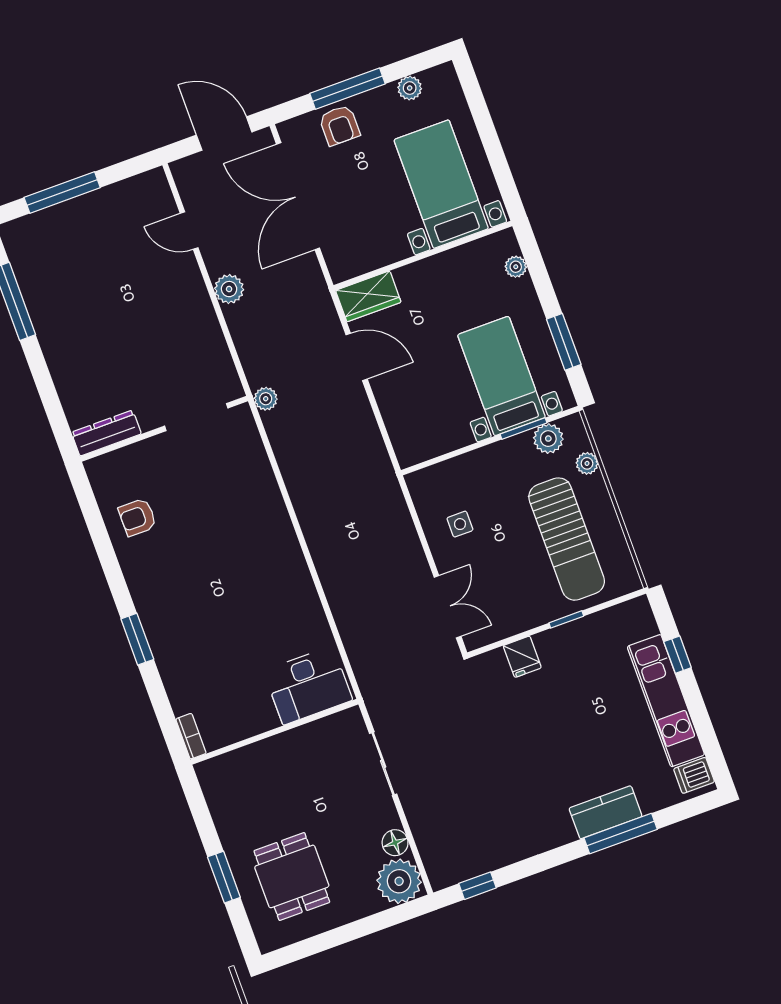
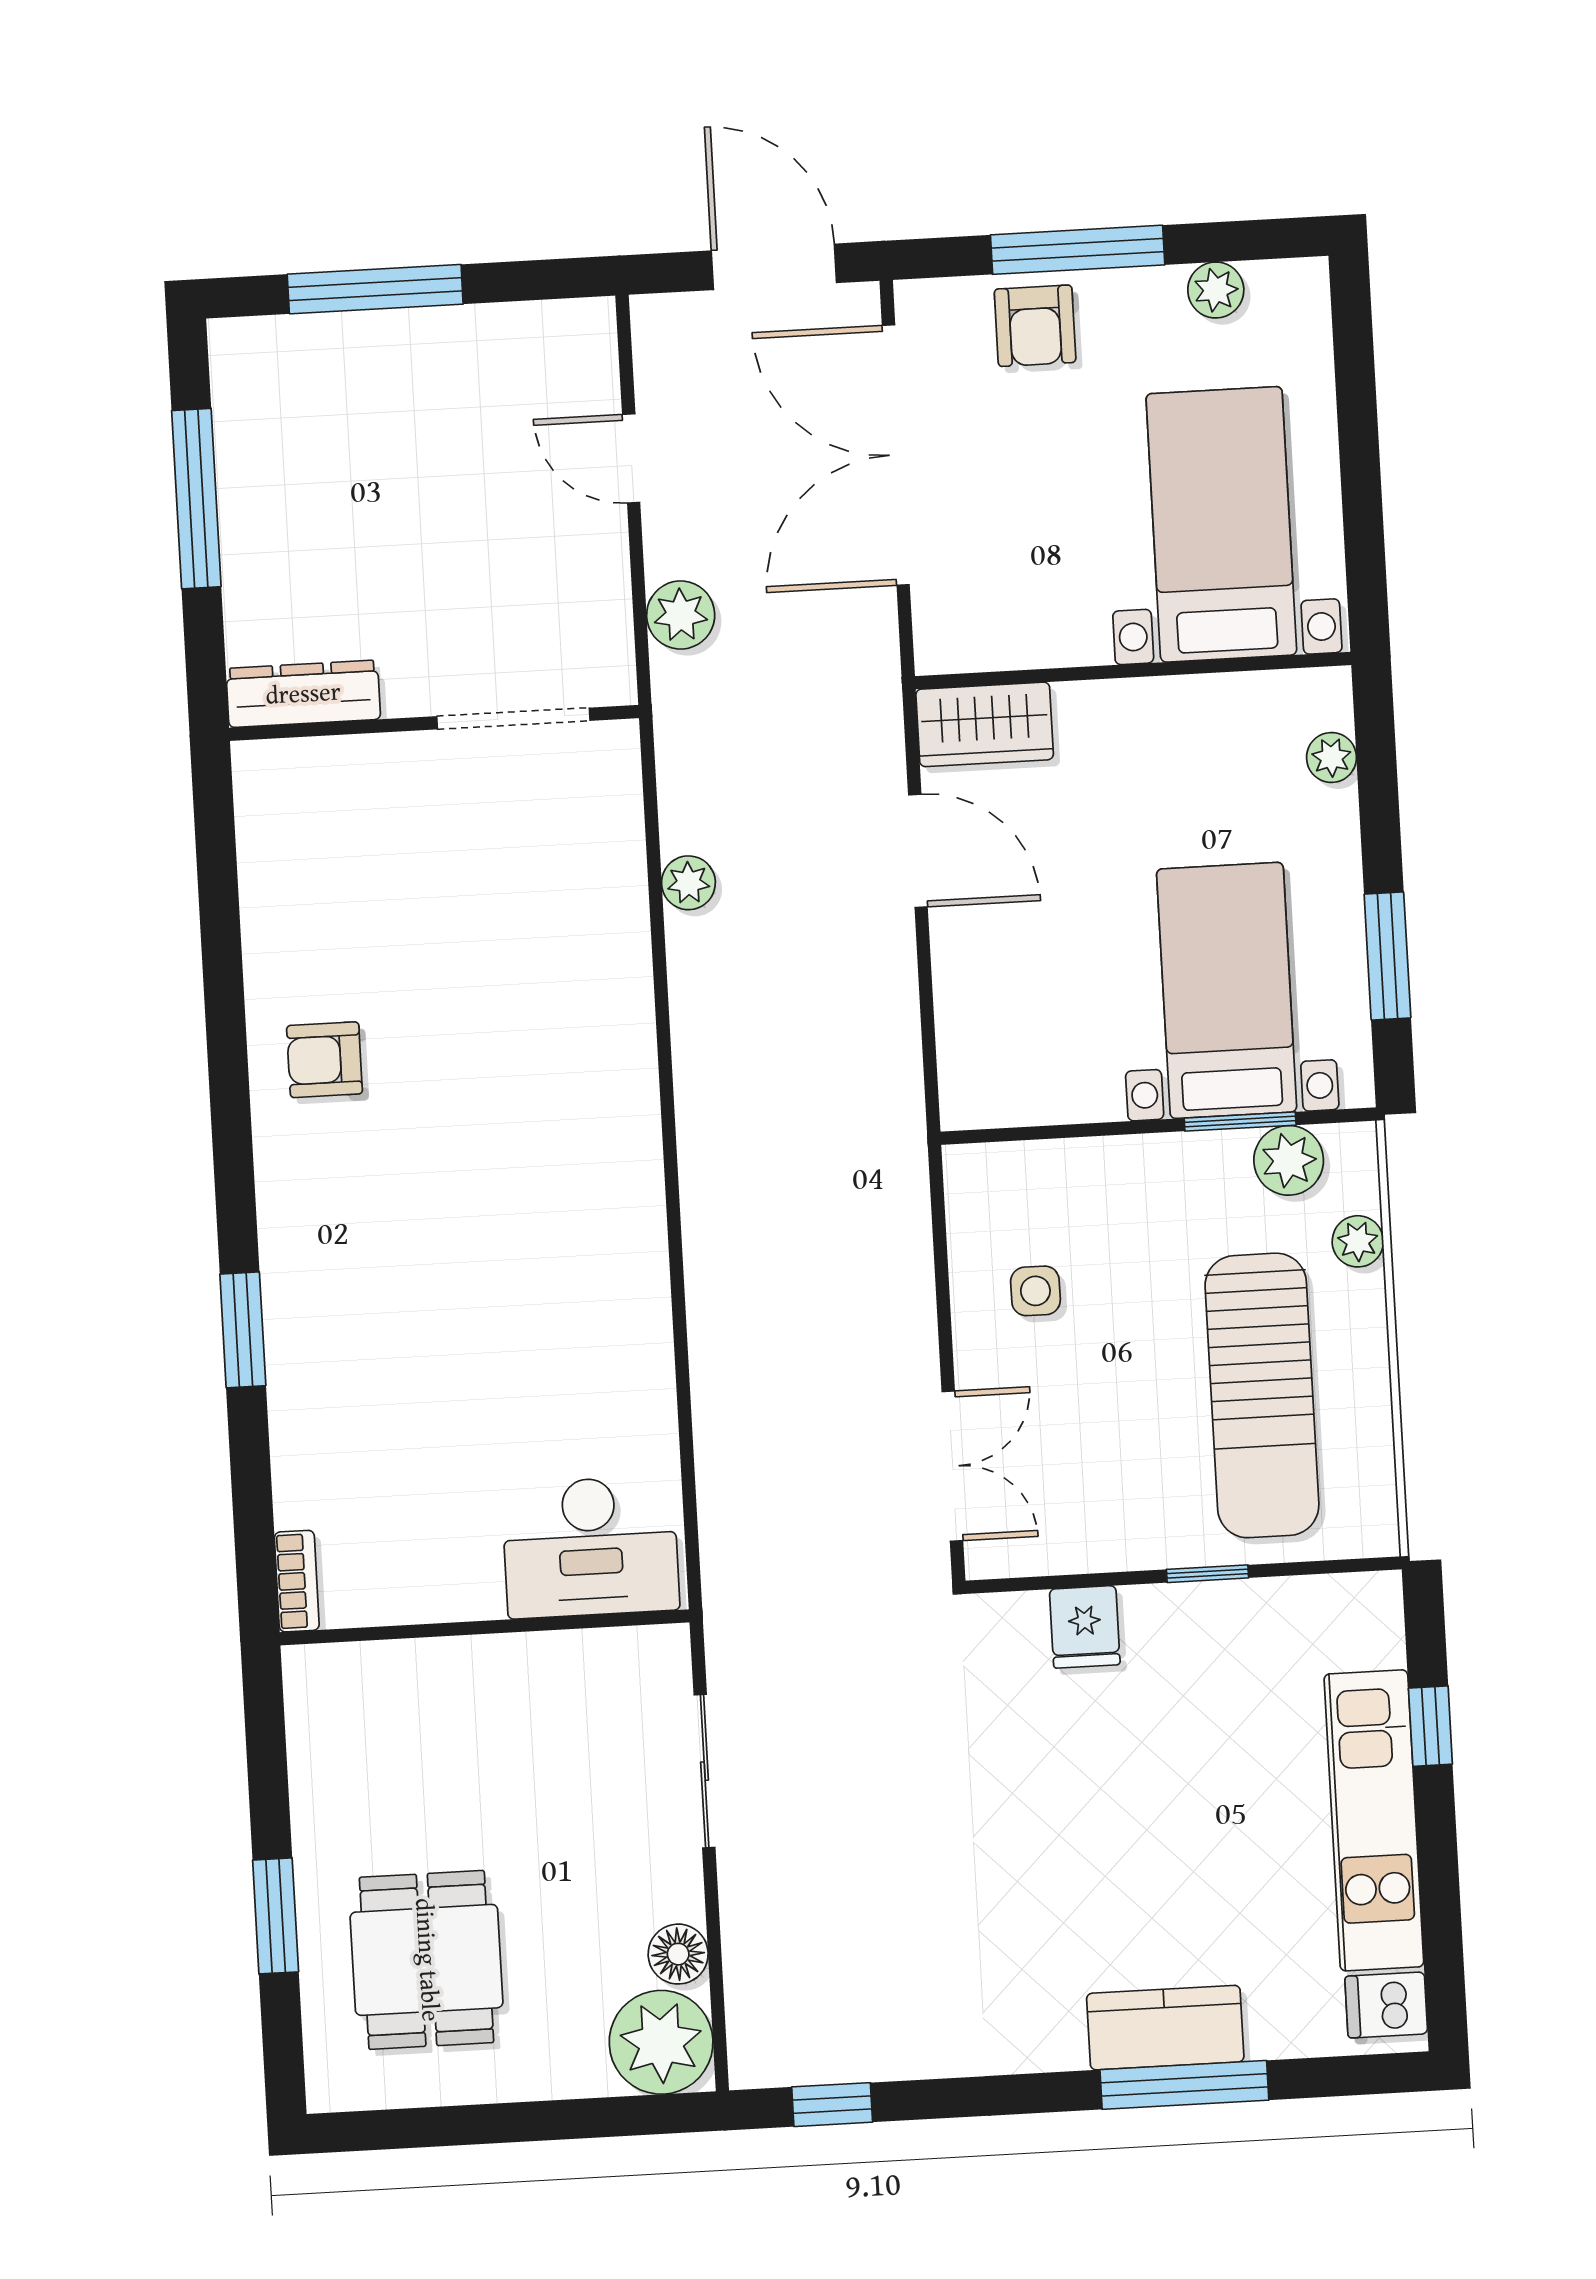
doorway: (196, 417) -> (513, 718), moved
wall: (164, 429) -> (434, 723), moved
dresser: (106, 433) -> (303, 694), moved

